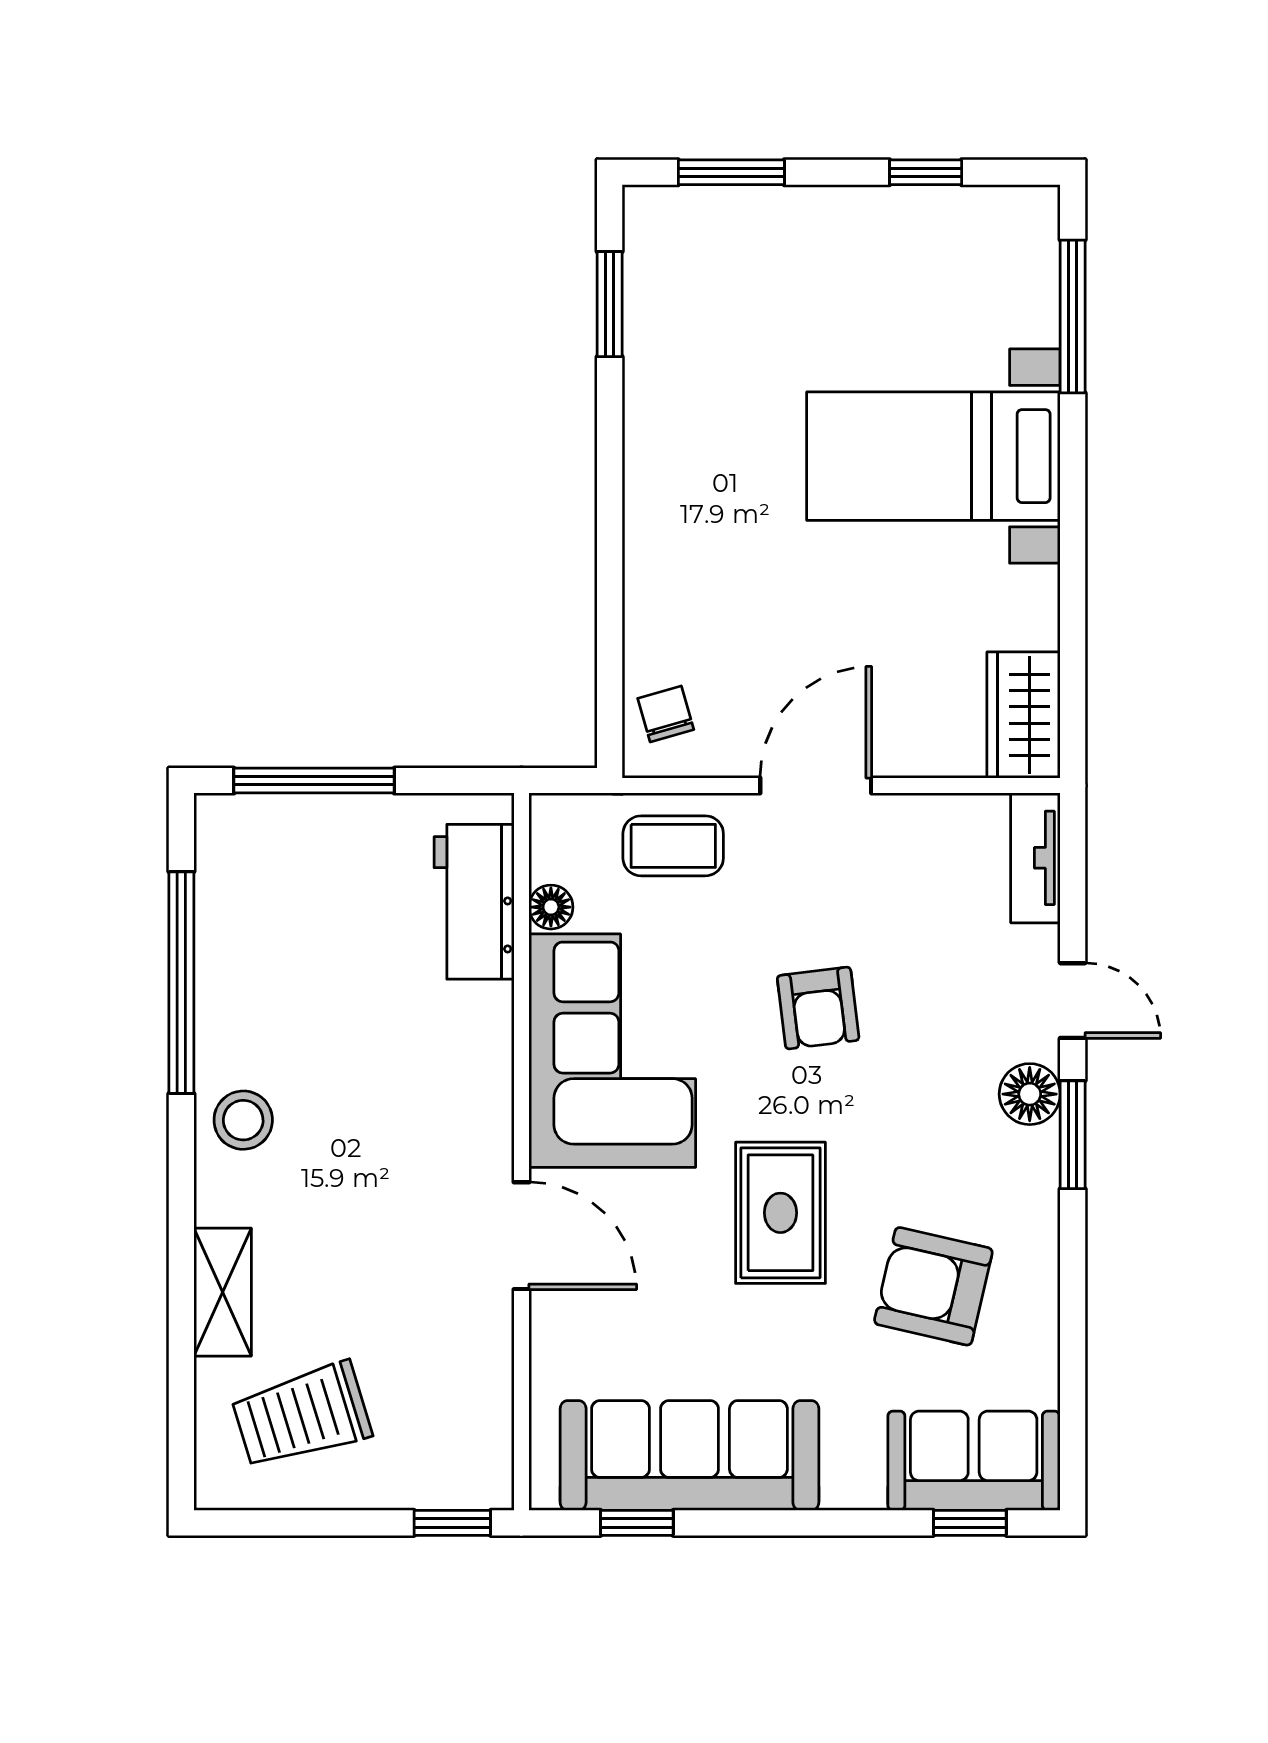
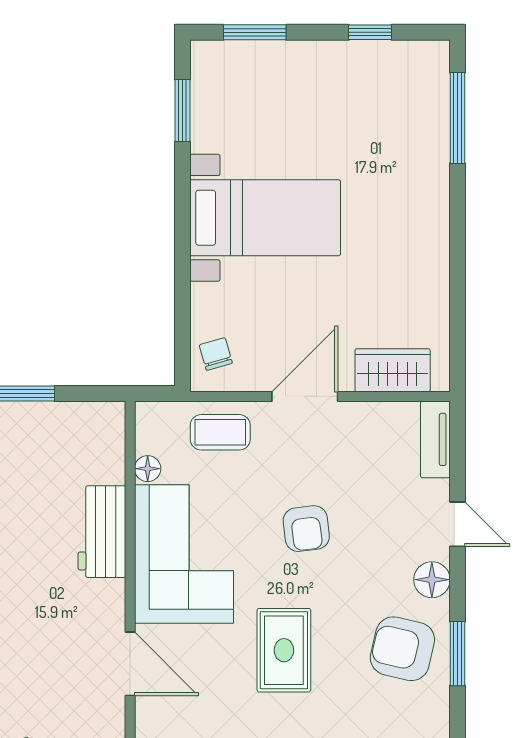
bed with nightstands: (933, 456) -> (265, 218), moved, turned 180
wardrobe: (1024, 715) -> (393, 370), moved, turned 90
workbench: (474, 902) -> (102, 532), moved
window: (1073, 1135) -> (457, 654), moved
armchair: (933, 1286) -> (402, 649), moved

